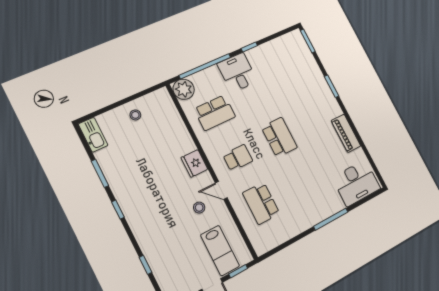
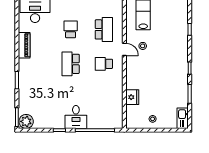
plant: (184, 89) -> (26, 121), moved
school desk: (215, 113) -> (71, 29), moved, width x0.54
fridge: (194, 163) -> (132, 97), moved

